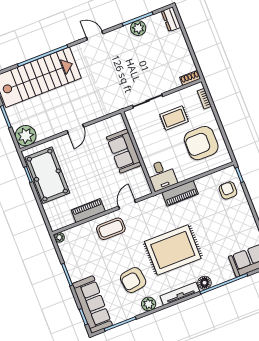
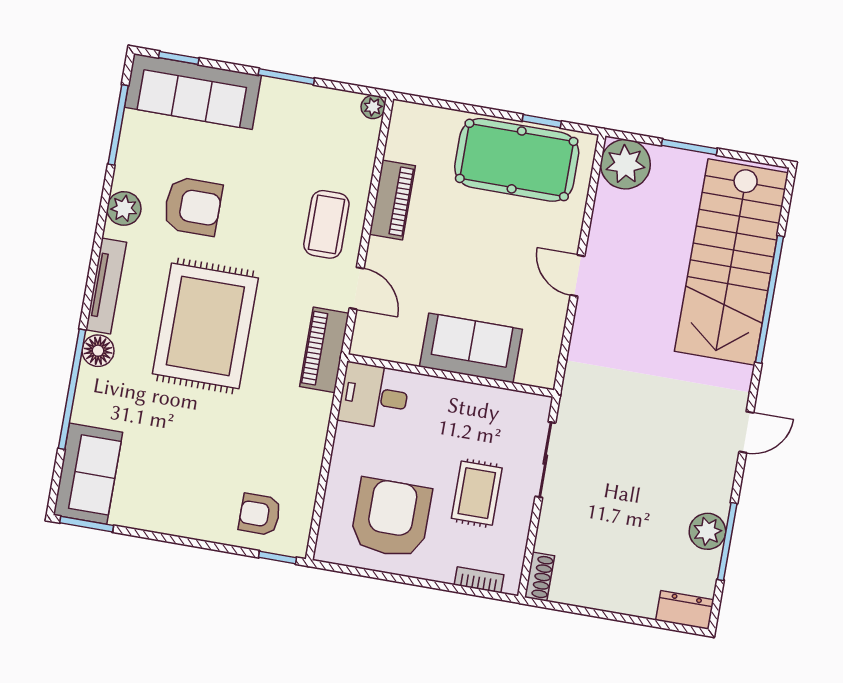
armchair: (228, 190) -> (260, 514), turned 180
piano: (180, 193) -> (324, 350), moved
armchair: (133, 280) -> (193, 206), turned 98

